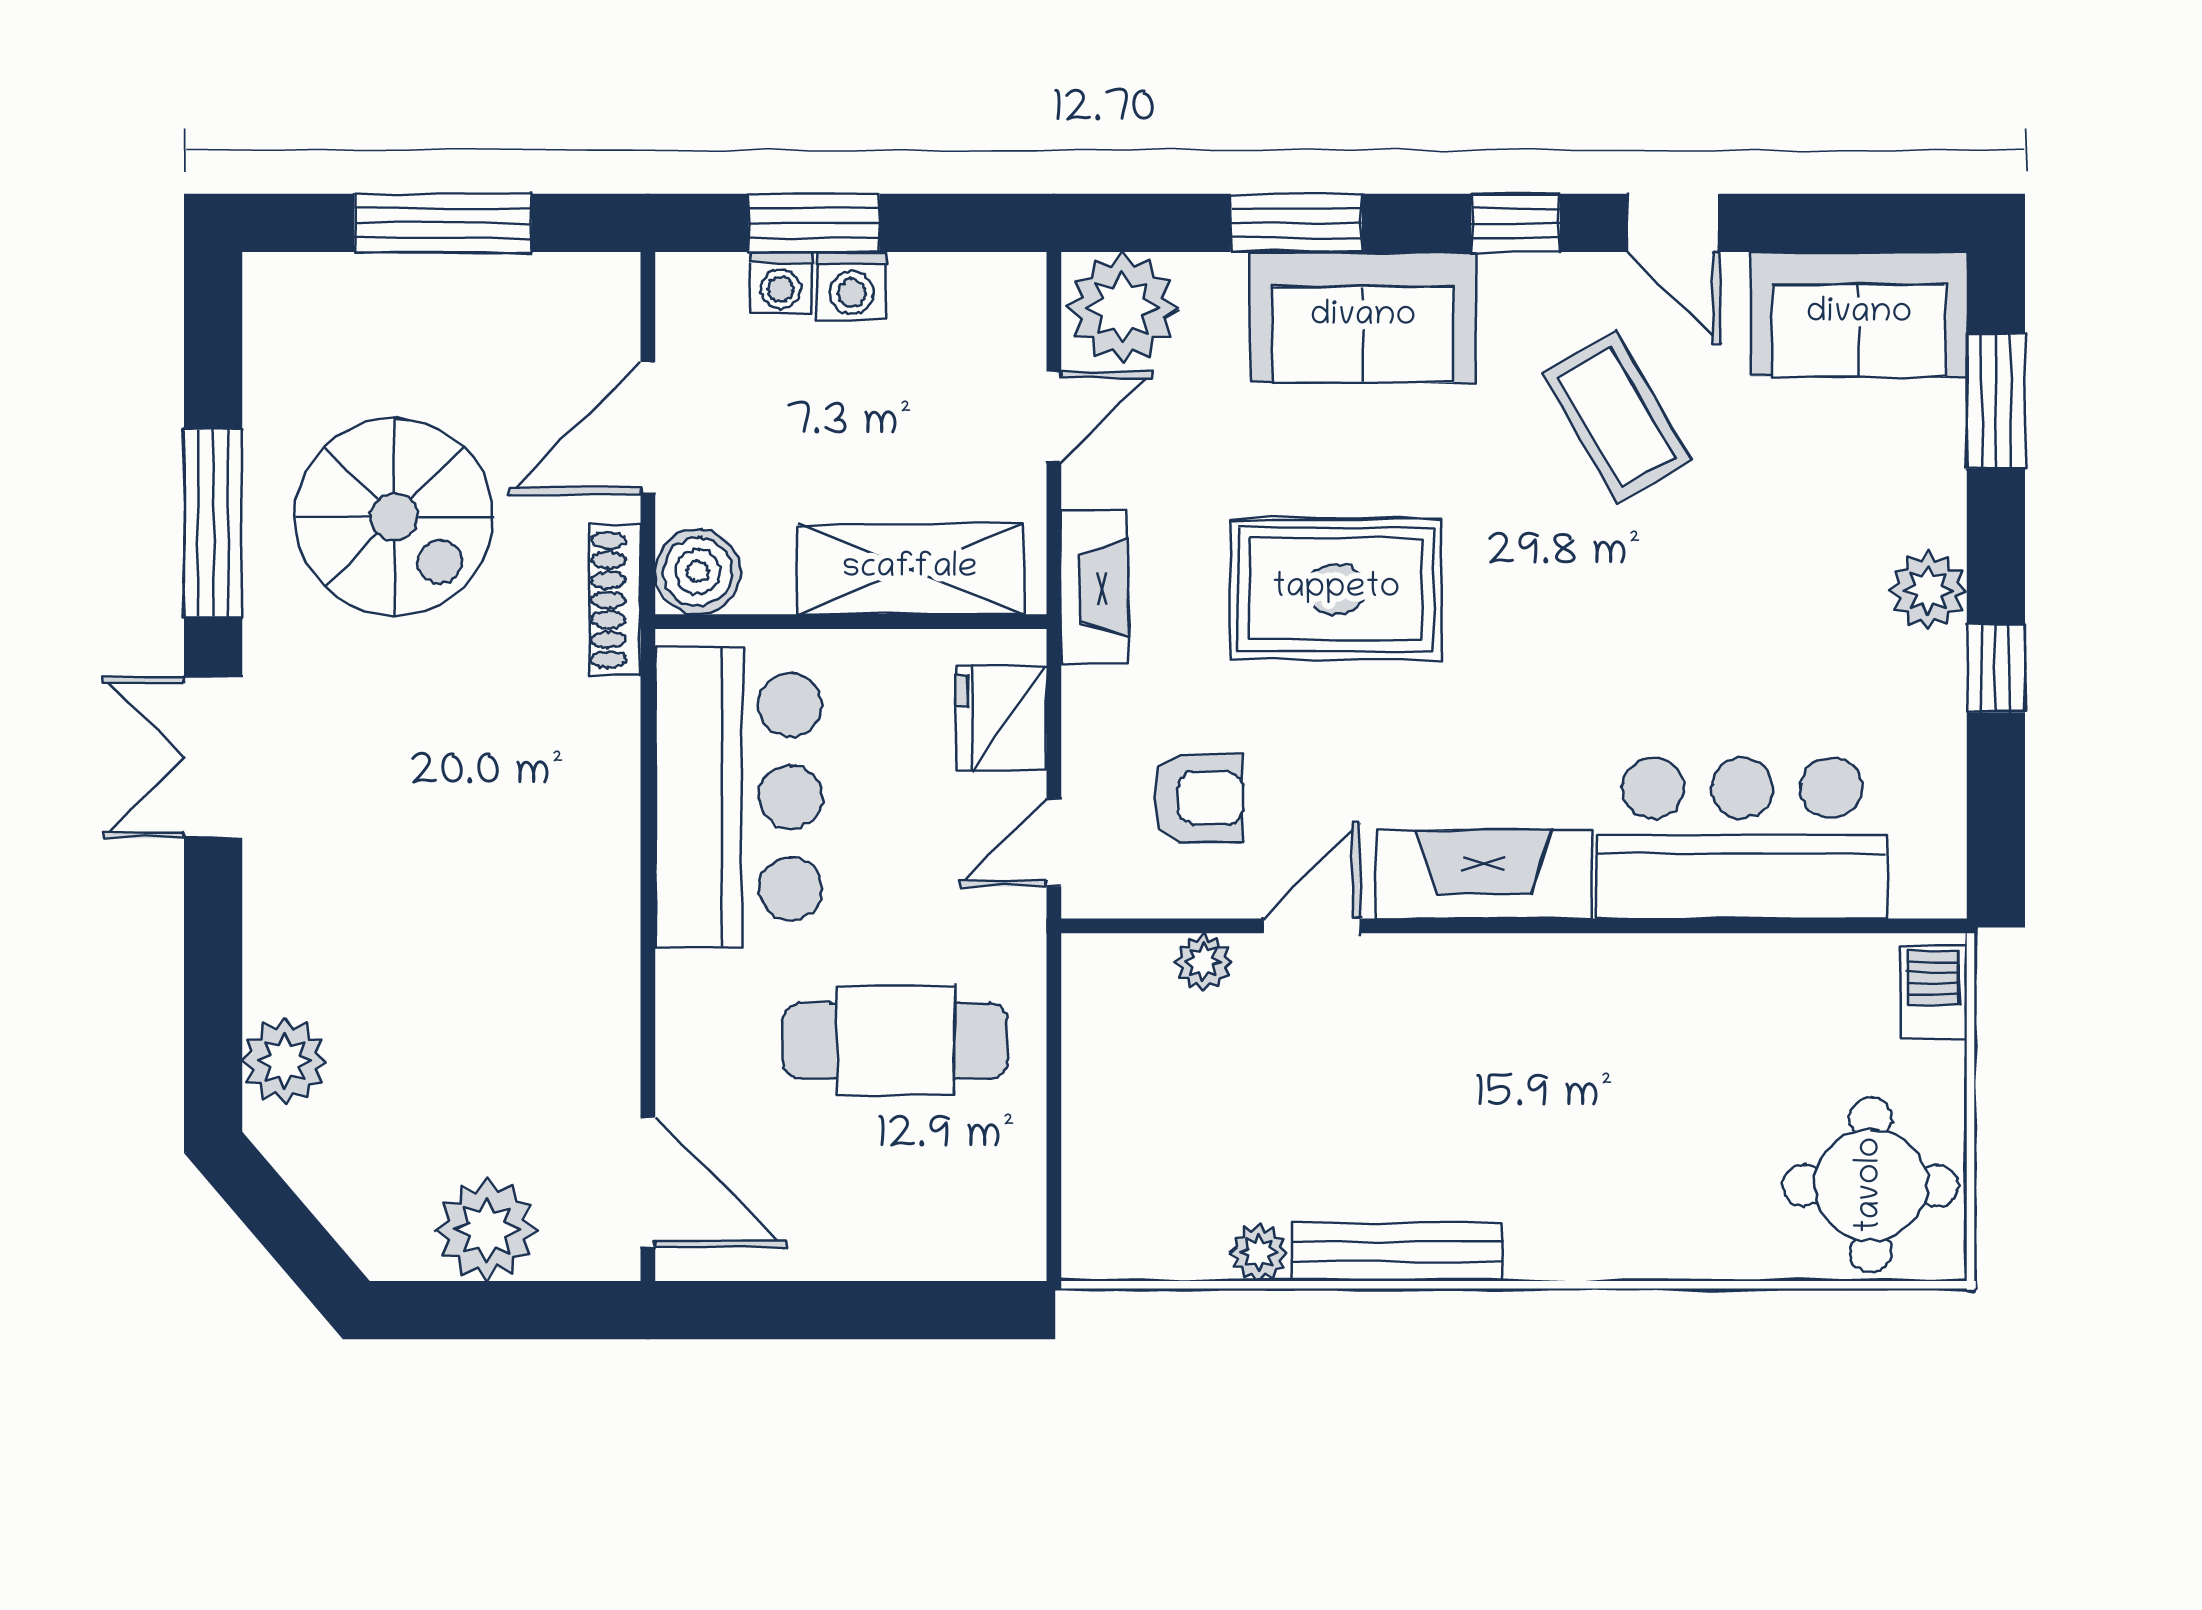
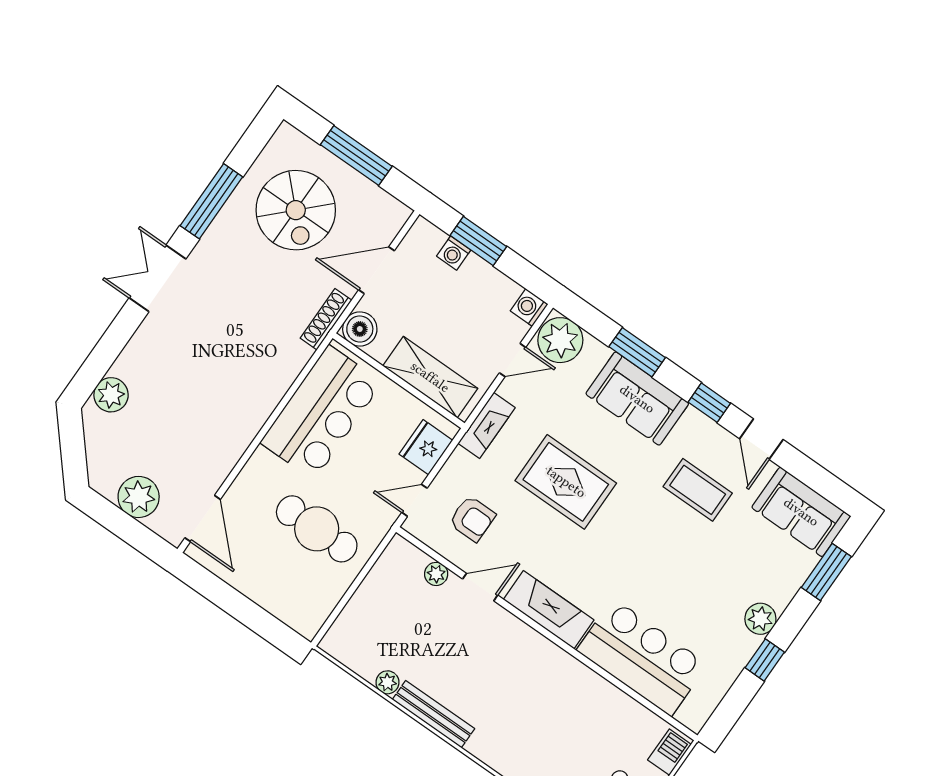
washing machine: (851, 286) -> (529, 308), moved, turned 90
coffee table: (1616, 417) -> (698, 490), turned -60
spiral stairs: (394, 517) -> (296, 210), moved

